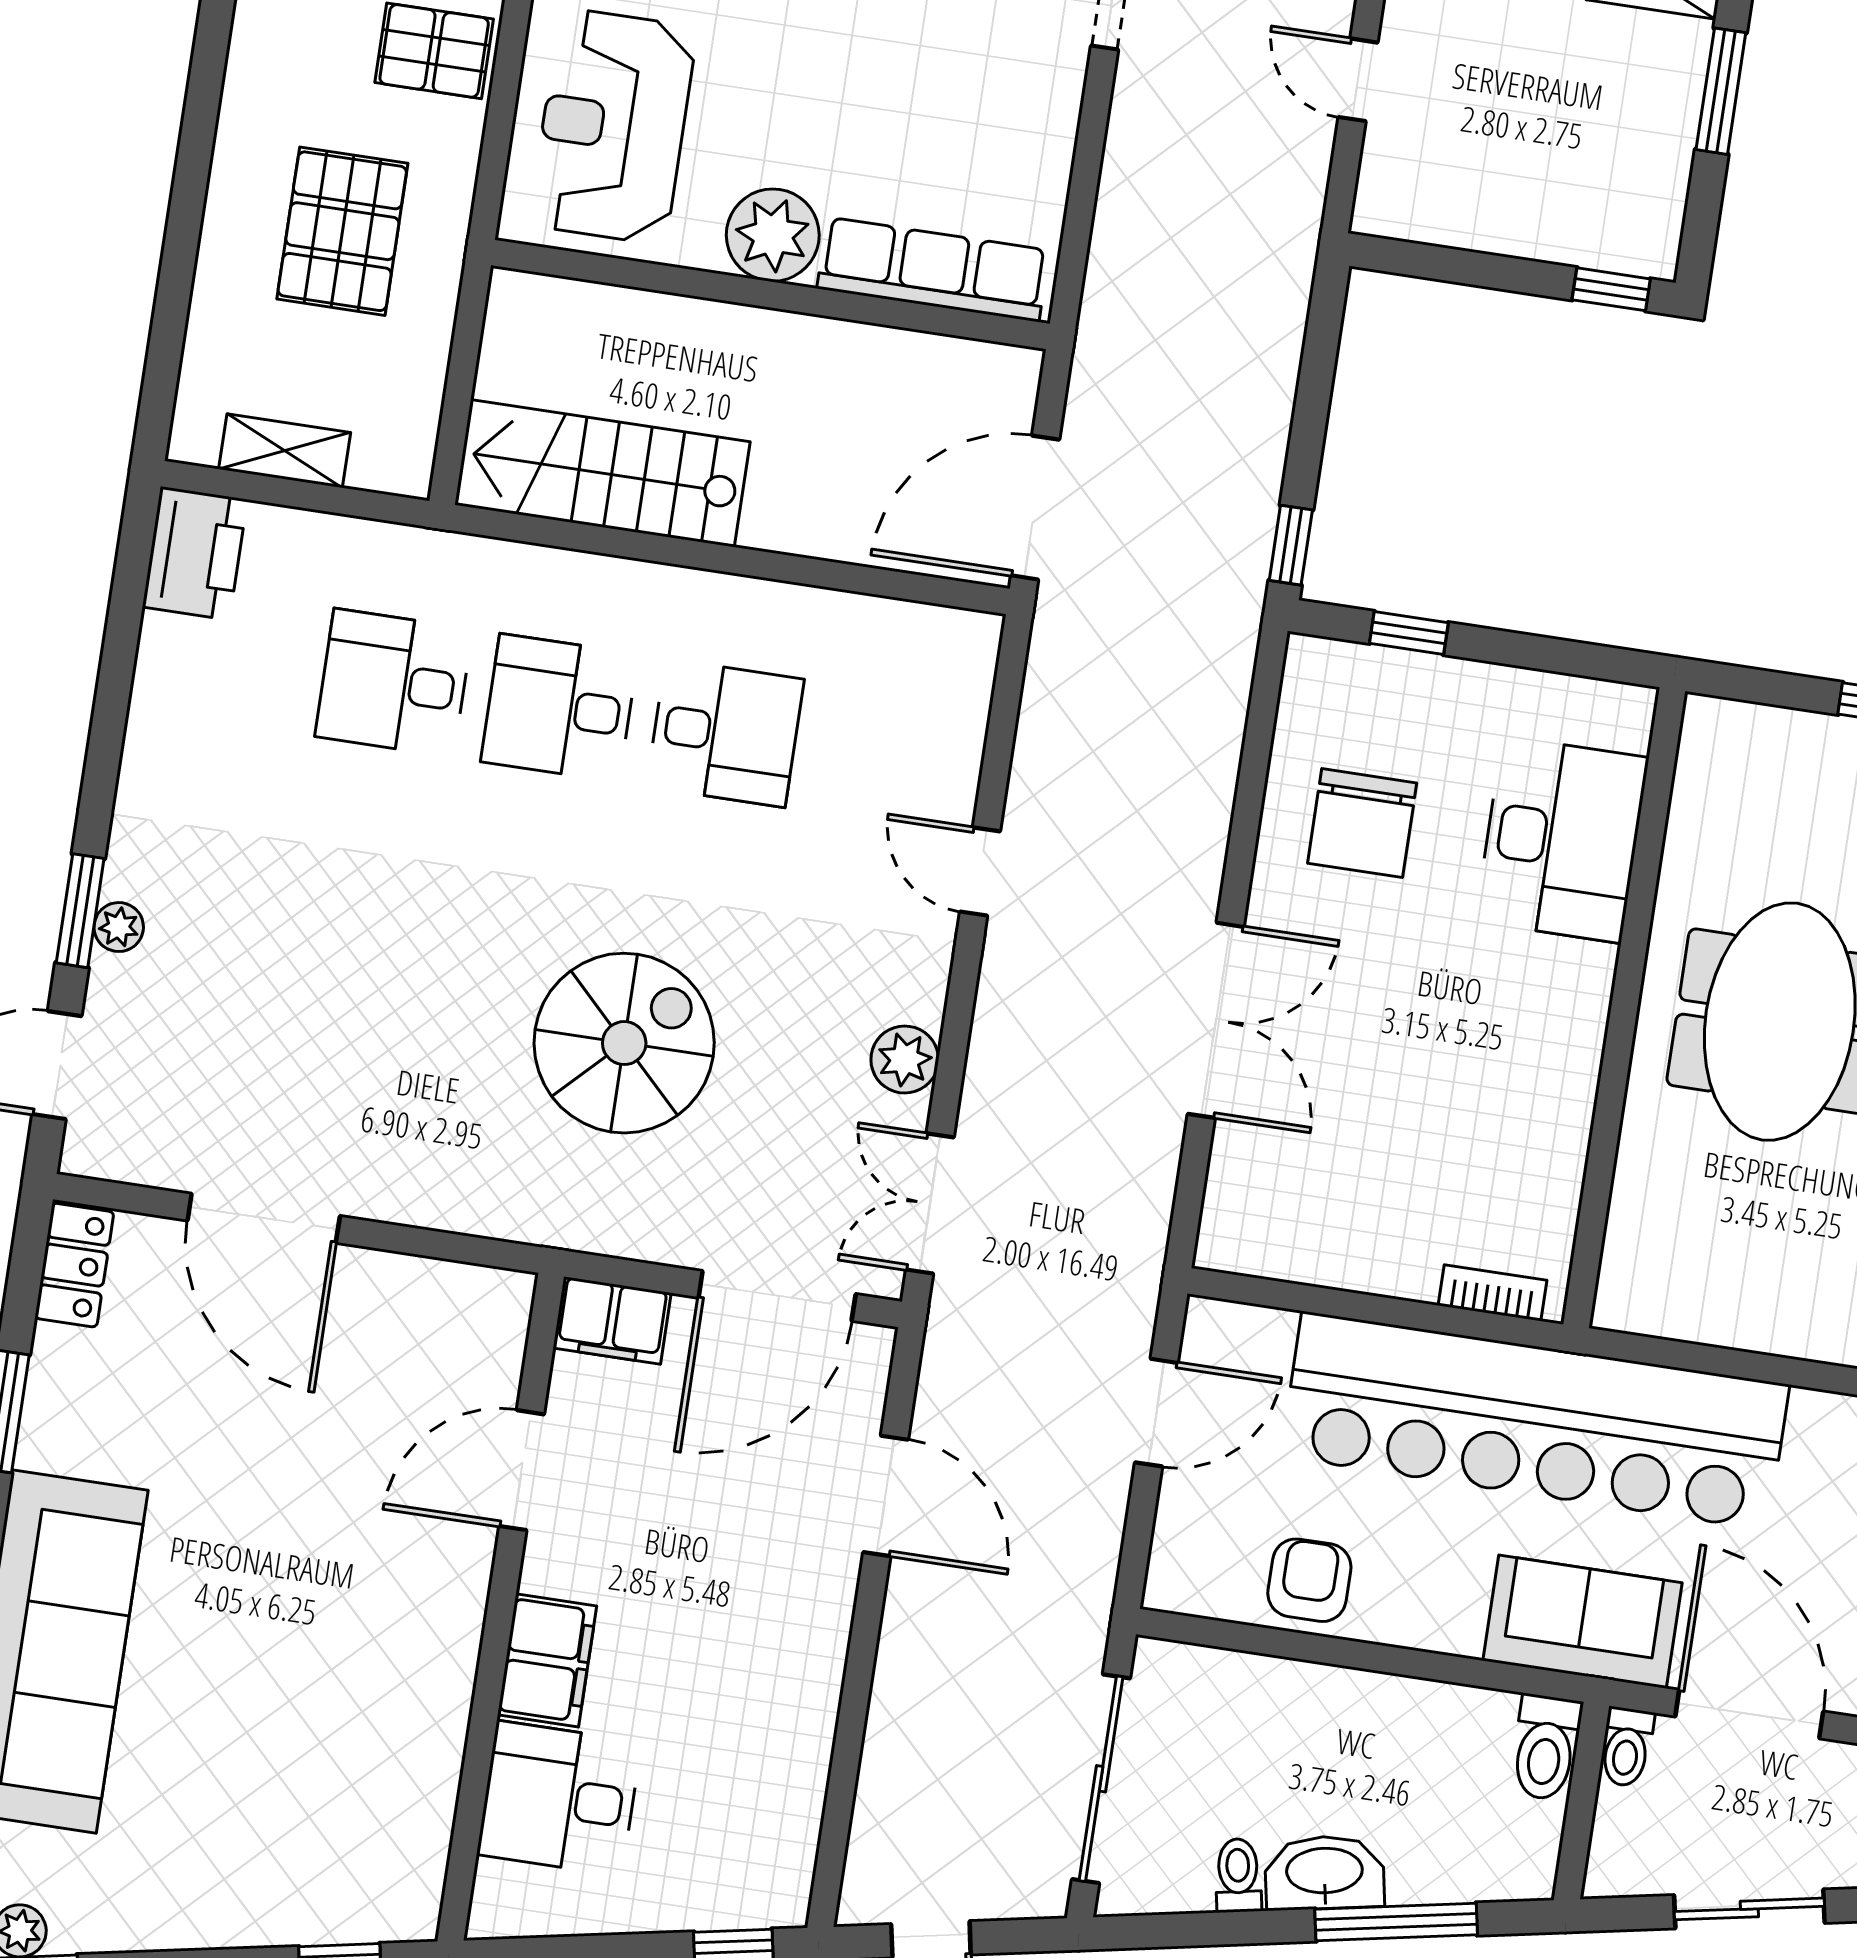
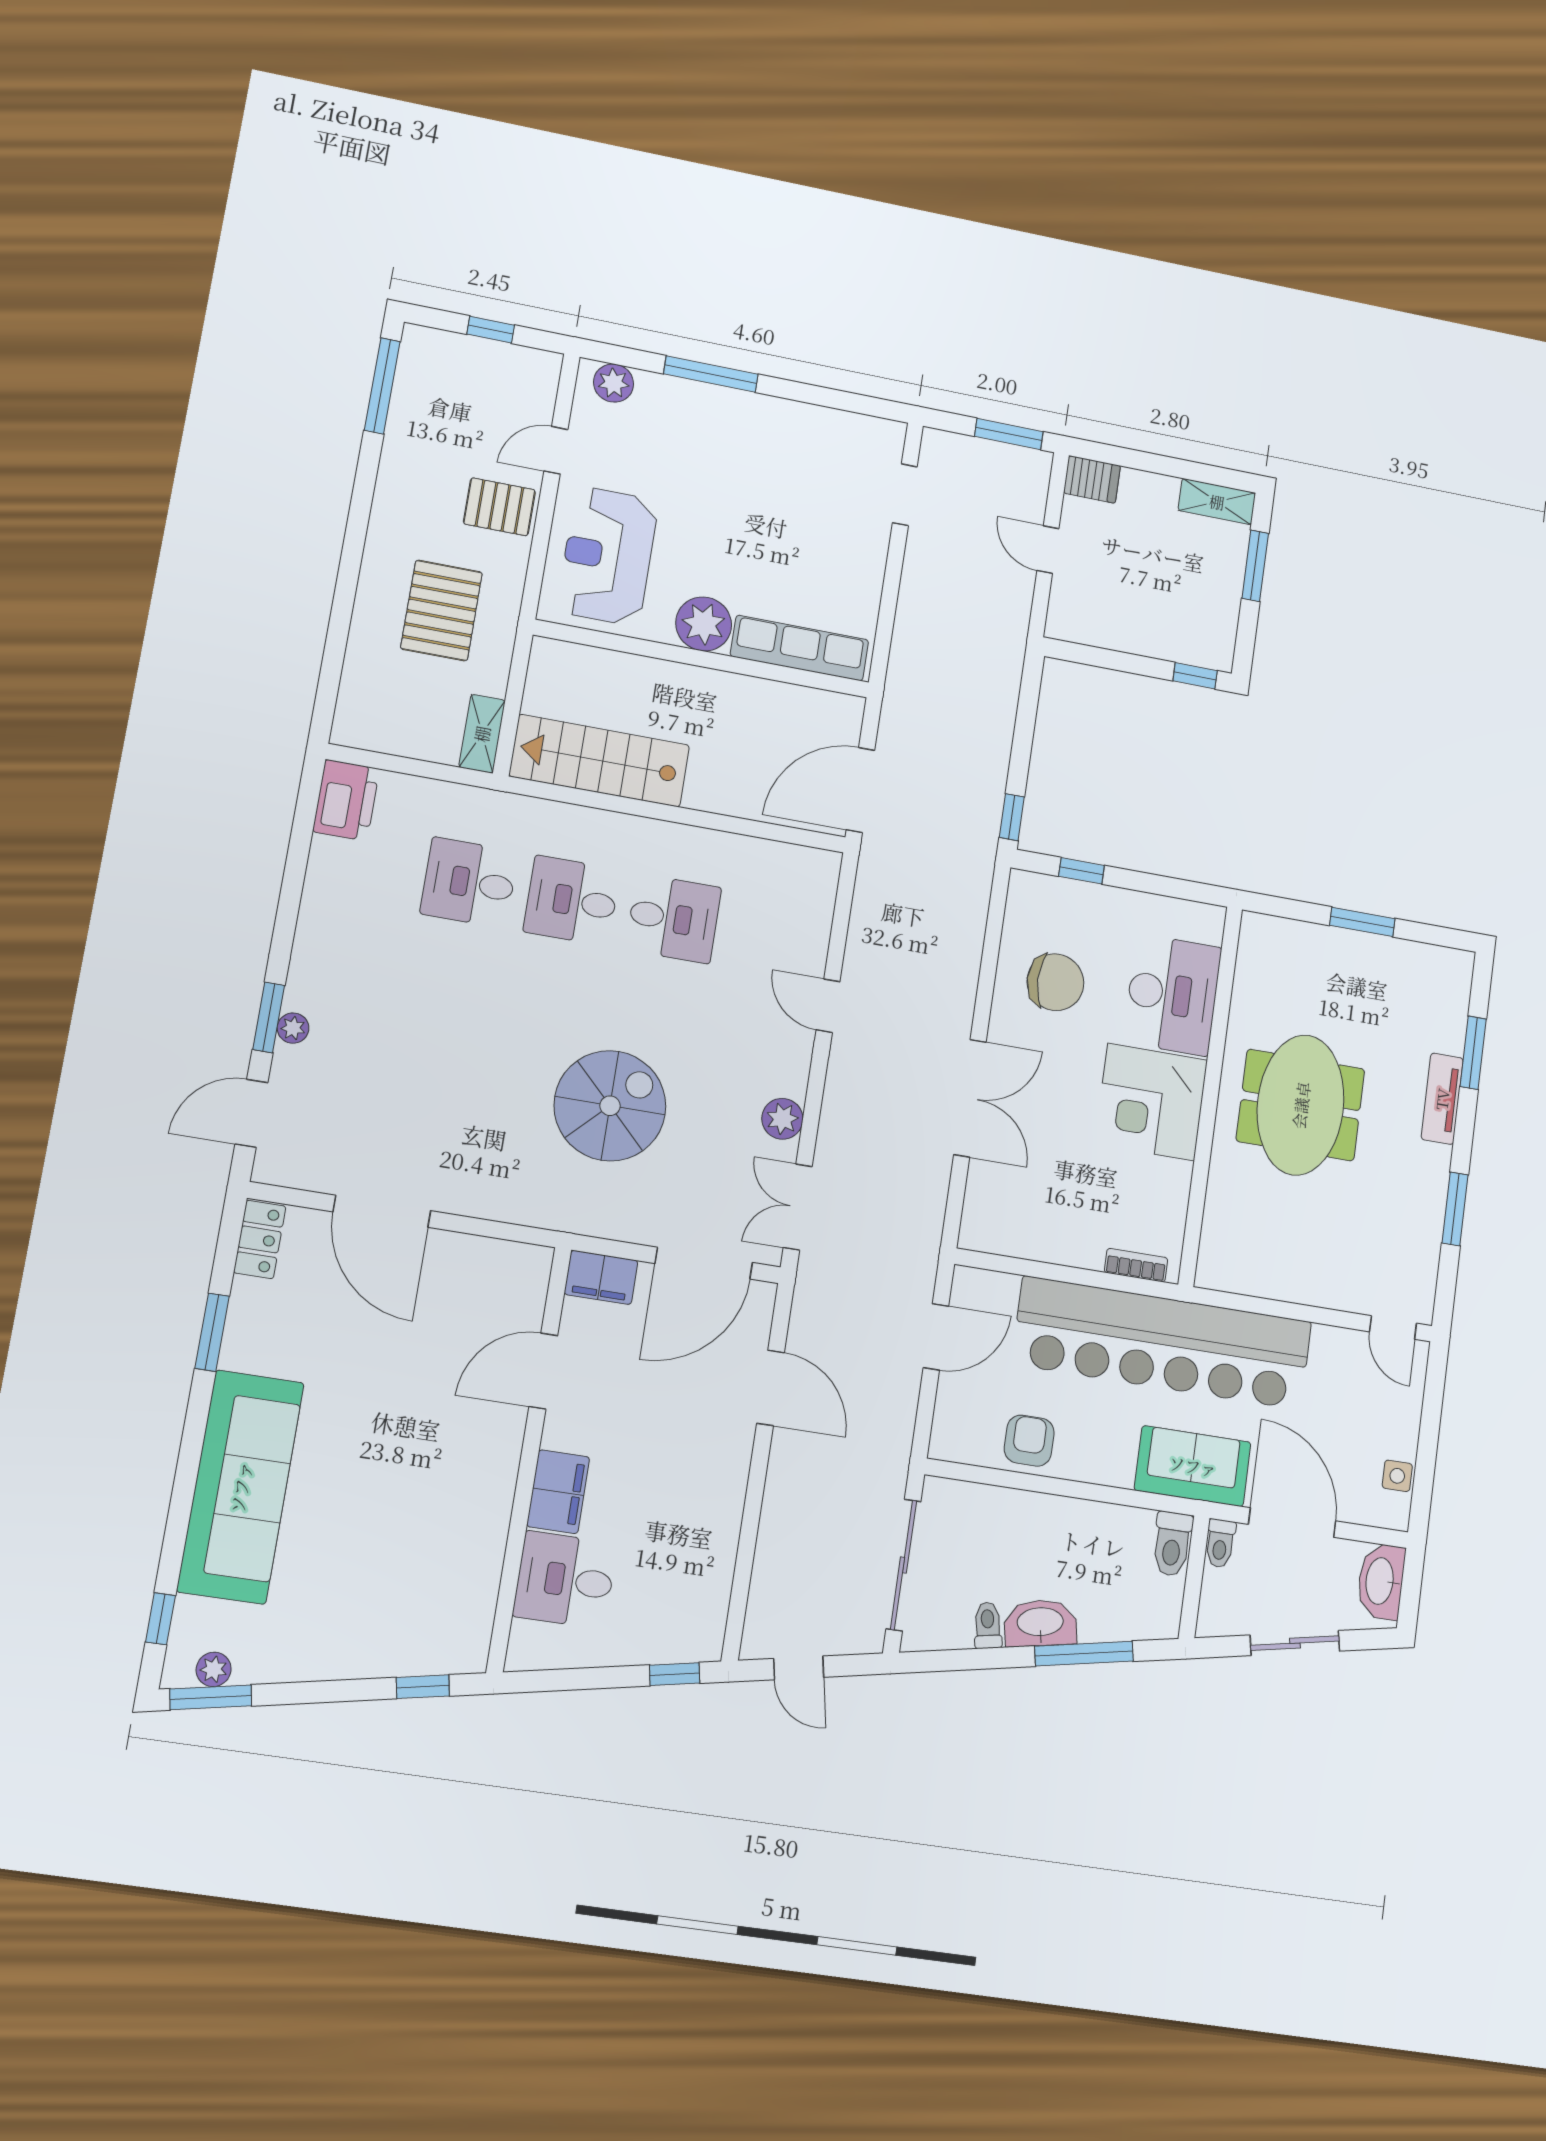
shelving: (285, 451) -> (482, 734), moved, turned 90
chair: (1362, 823) -> (1055, 982), turned -91
corner desk: (1522, 1021) -> (1151, 1102), added

